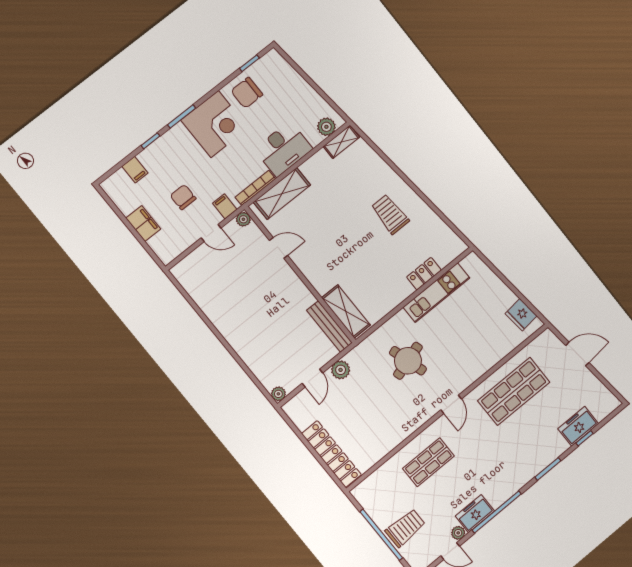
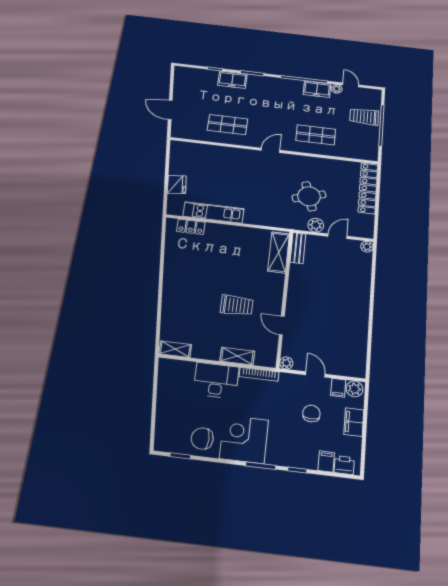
chair: (247, 93) -> (202, 439), turned 180
plant: (326, 127) -> (355, 389), moved
printer: (118, 181) -> (344, 465), added
shelving: (282, 194) -> (237, 356), width x0.67, depth x0.75
chair: (183, 197) -> (311, 413), turned 180
filing cabinet: (225, 206) -> (338, 388), moved
trolley: (390, 214) -> (237, 305), moved, turned -90
locker: (424, 274) -> (191, 227), moved
fridge: (521, 315) -> (177, 185), moved
bench: (330, 327) -> (298, 248), width x0.73
round table: (408, 361) -> (309, 196), moved
shop shelf: (514, 391) -> (228, 125), width x0.70, depth x0.74
freezer: (578, 426) -> (233, 80), moved

